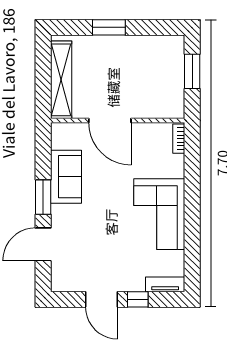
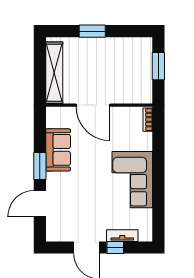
tv unit: (165, 284) -> (122, 236), moved

